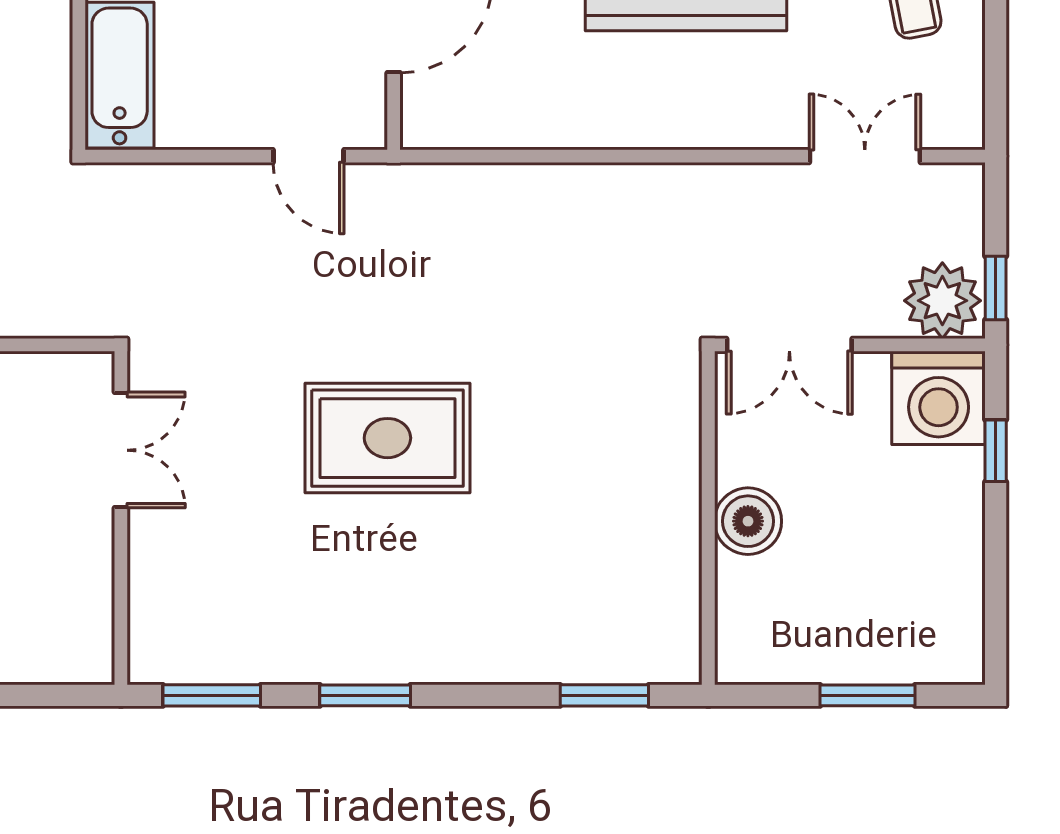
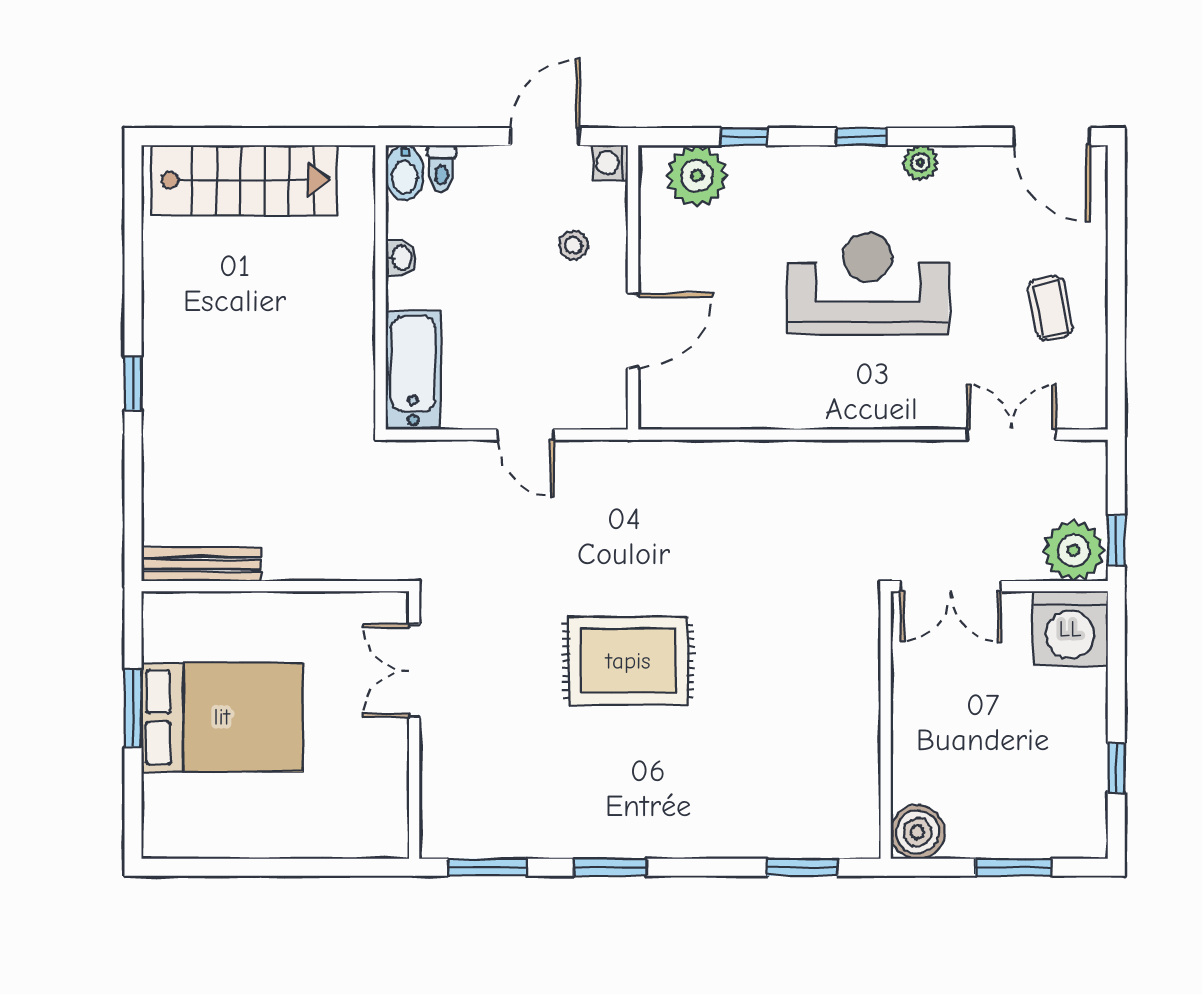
door: (308, 156) -> (526, 435), moved
double door: (121, 450) -> (414, 671), swing flipped
window: (996, 451) -> (1116, 768), moved
boiler: (748, 521) -> (917, 832), moved

